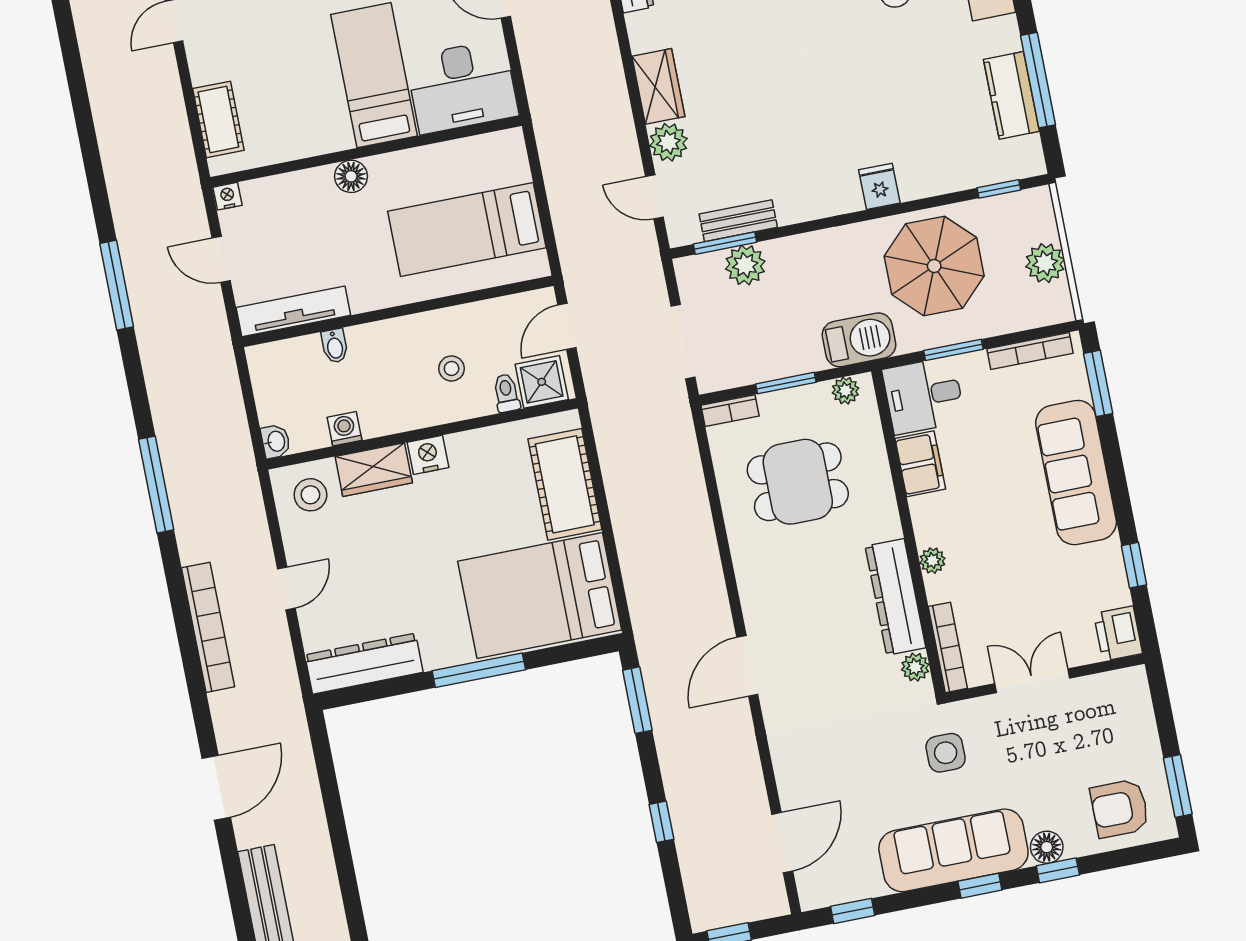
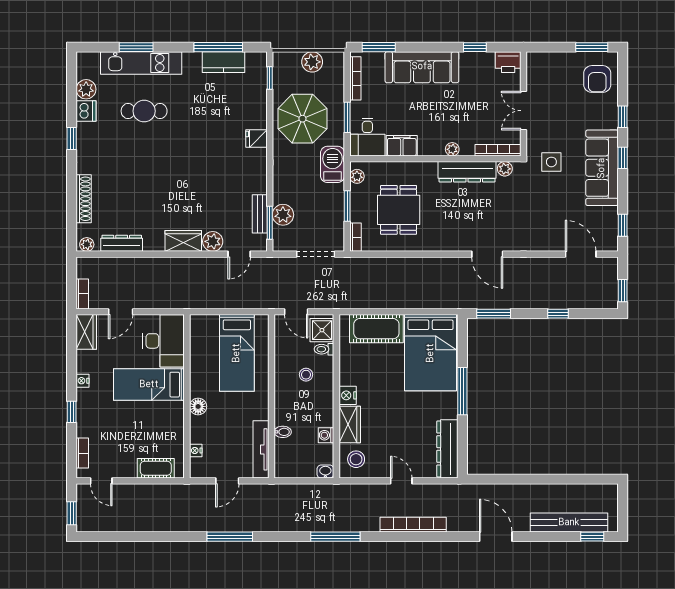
nightstand: (228, 196) -> (196, 450), moved
floor lamp: (1047, 847) -> (610, 120), removed

